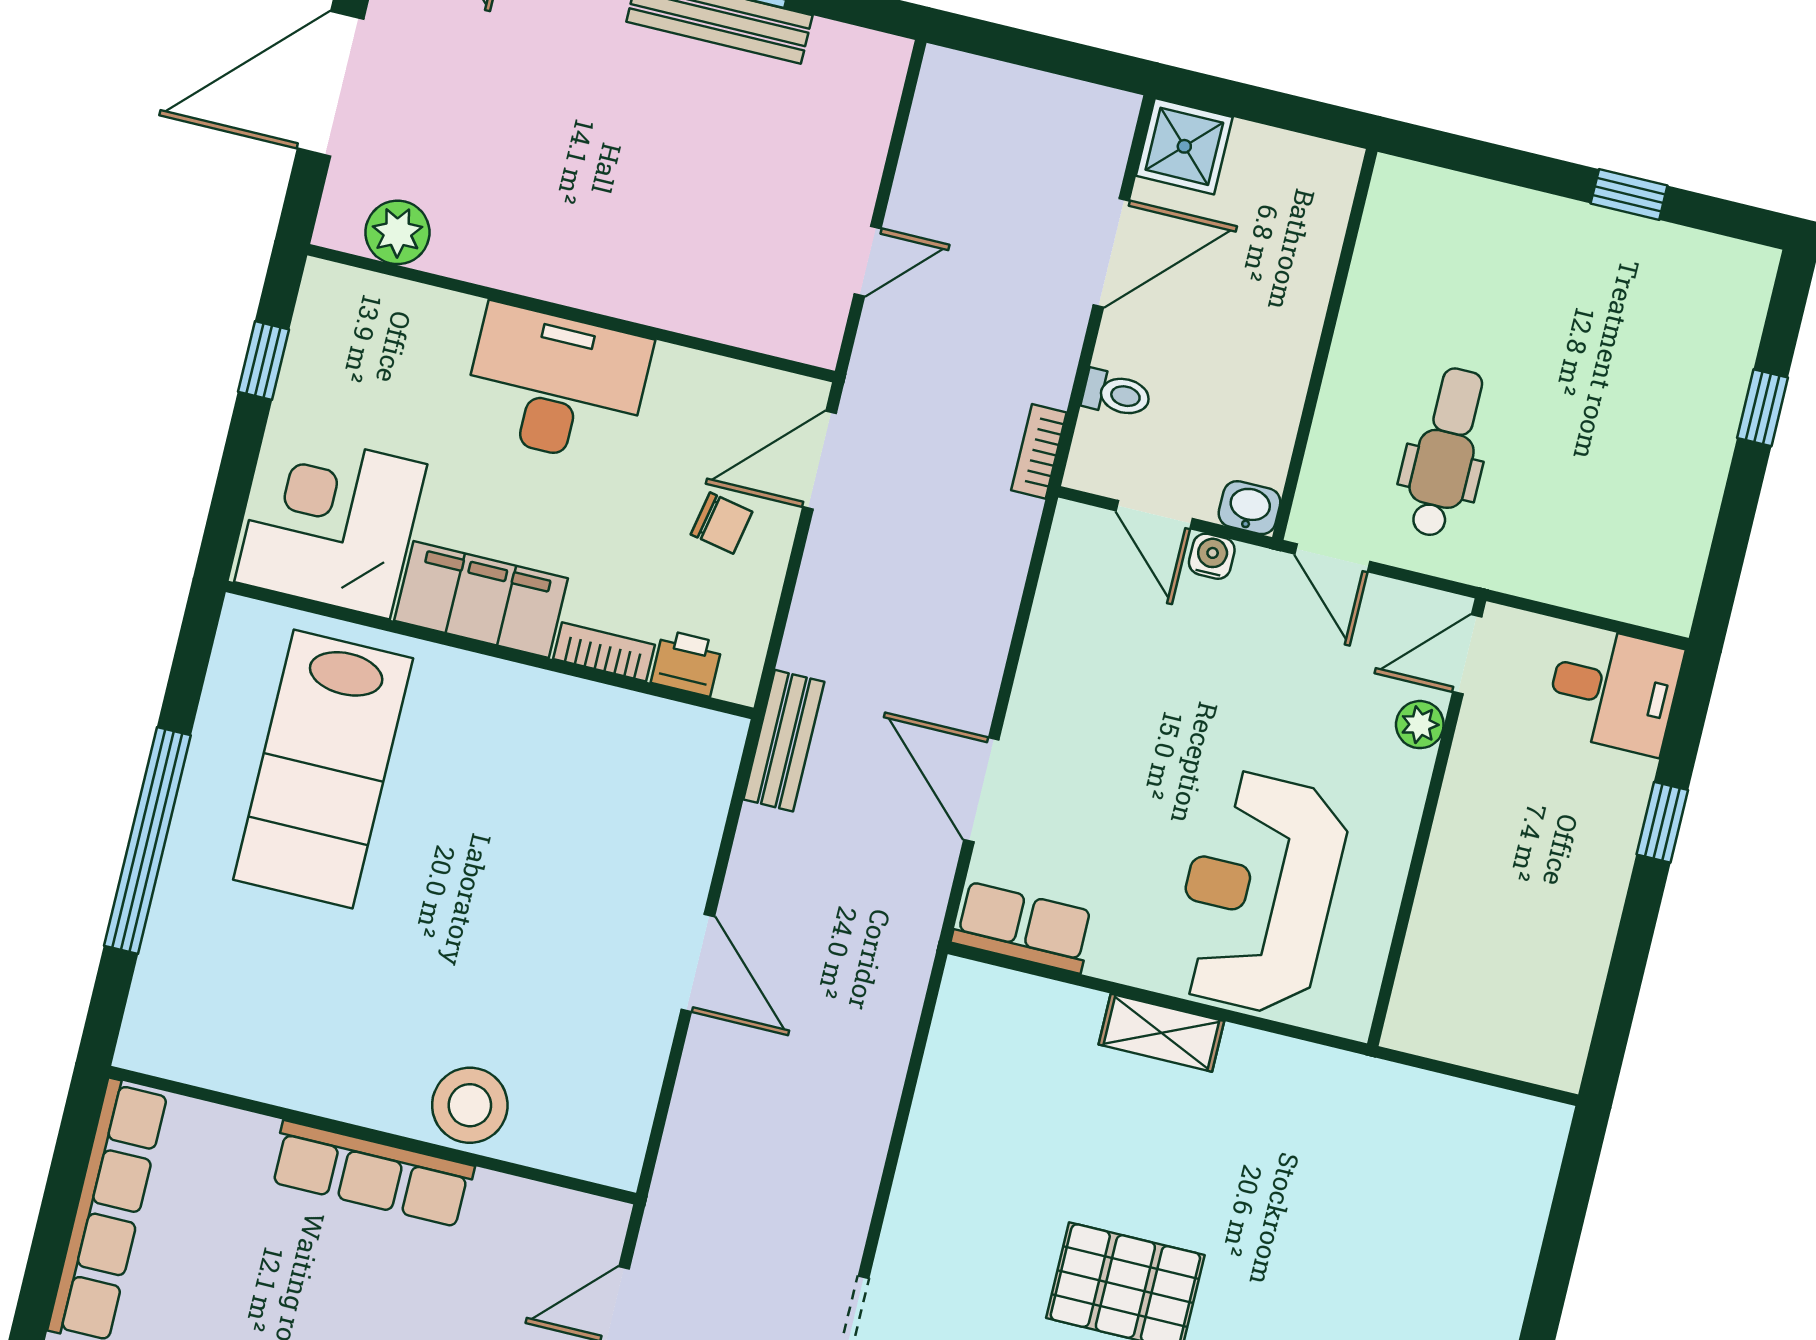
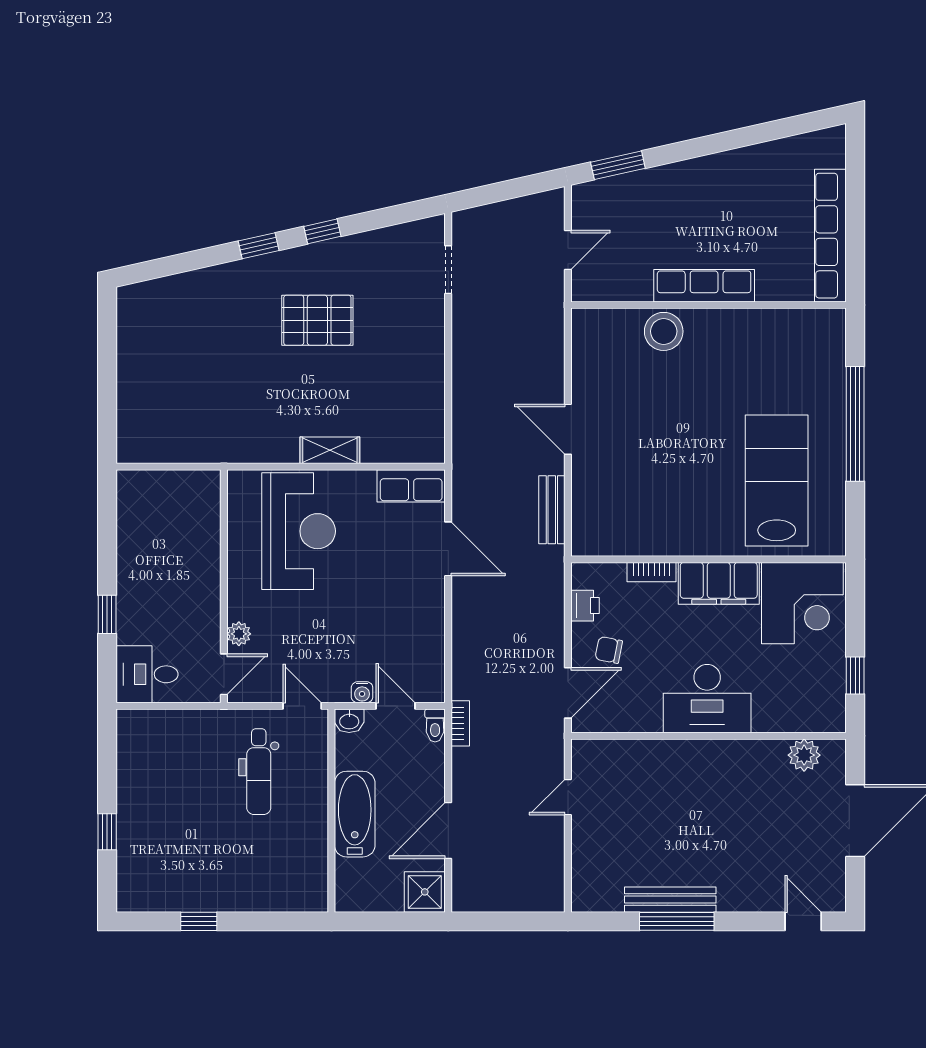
bathtub: (1282, 327) -> (355, 814), added
toilet: (1117, 394) -> (435, 725), moved, turned -90
printer: (687, 663) -> (585, 606), moved, turned -90
bench: (784, 741) -> (552, 510), moved

